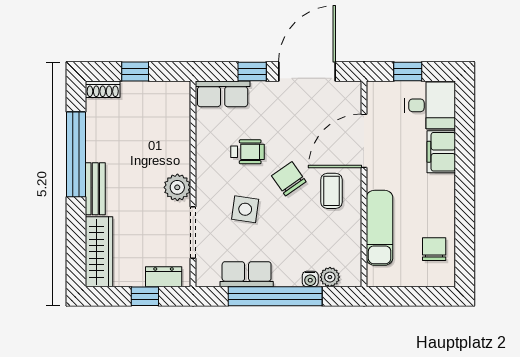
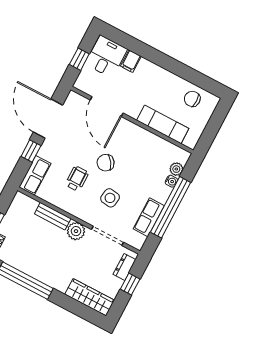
filing cabinet: (441, 152) -> (131, 61), width x0.50
bench: (95, 189) -> (53, 216), moved
coffee table: (331, 191) -> (126, 141), removed

